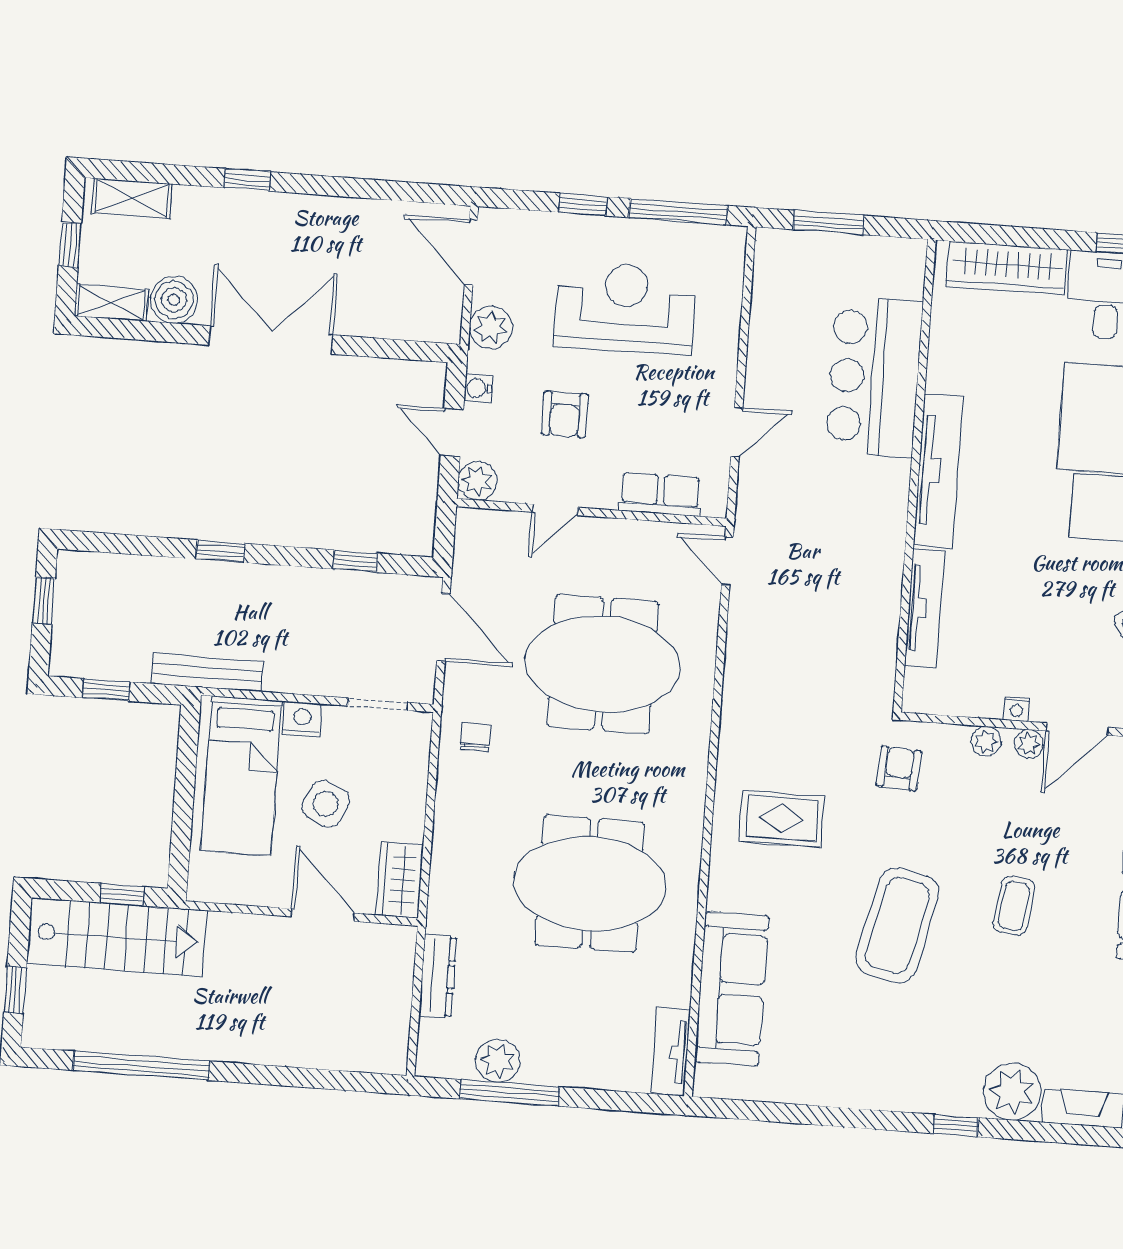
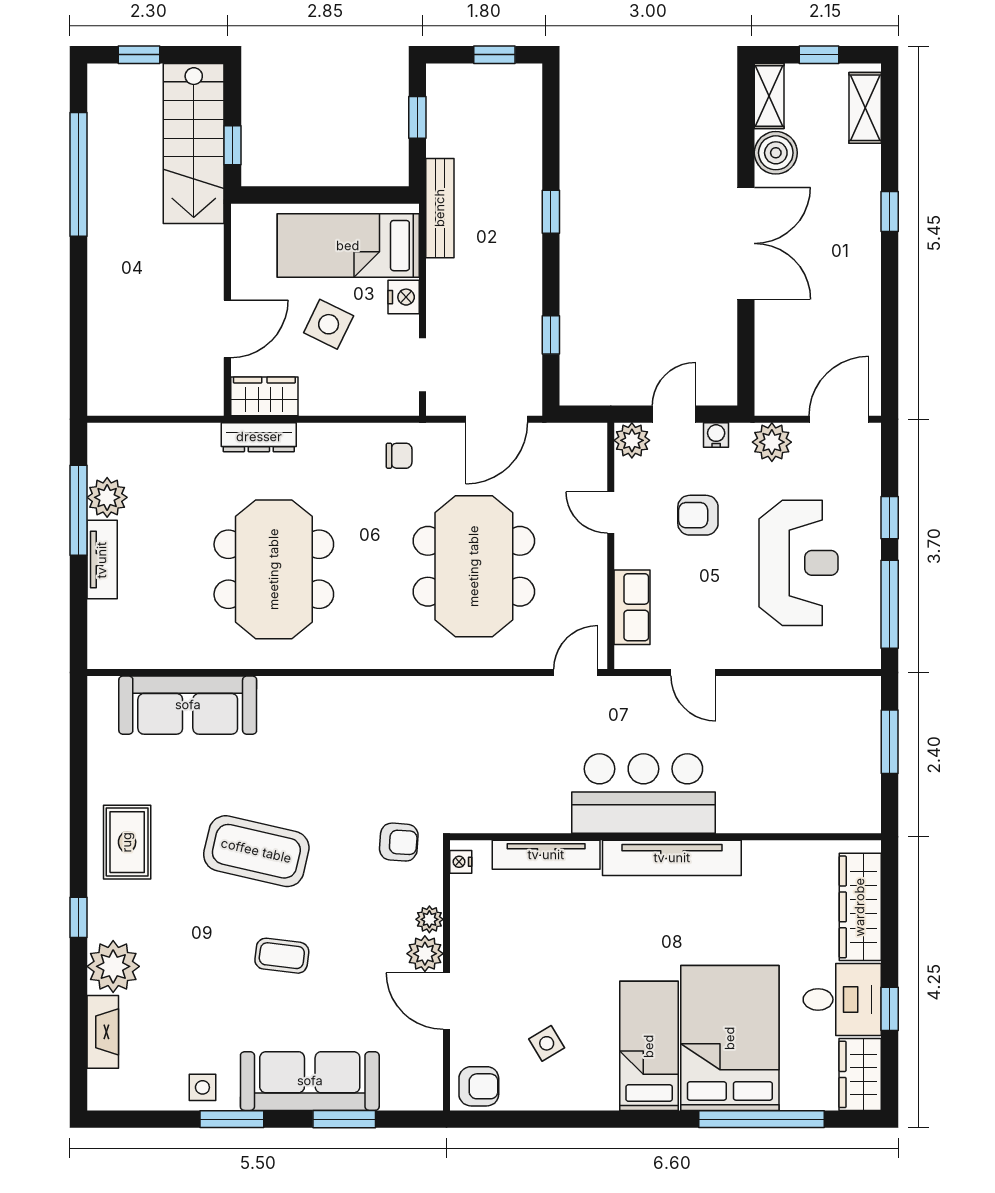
bar counter: (874, 377) -> (643, 794), moved
nightstand: (1016, 709) -> (461, 862), moved
plant: (1029, 744) -> (425, 954), width x1.38, depth x1.38
rug: (782, 819) -> (127, 842), moved
dresser: (438, 976) -> (259, 437), moved
tv unit: (671, 1052) -> (102, 560), moved, turned 90

